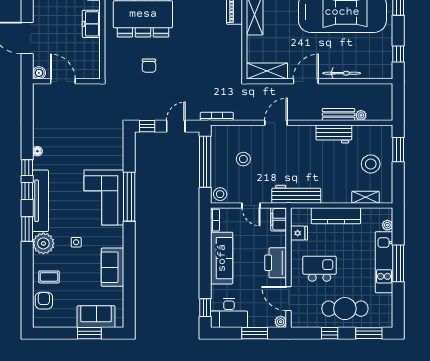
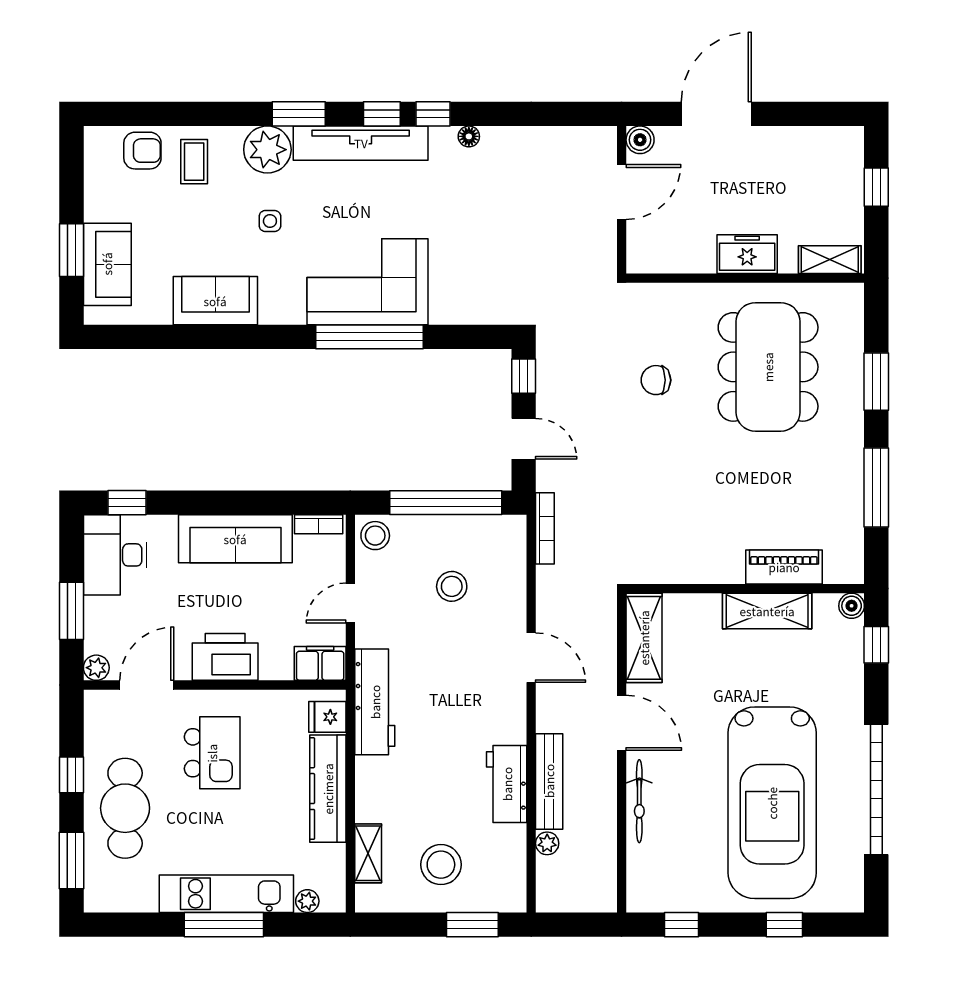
bench: (339, 114) -> (549, 781), width x1.36
fridge: (299, 233) -> (327, 717), moved, turned 90

